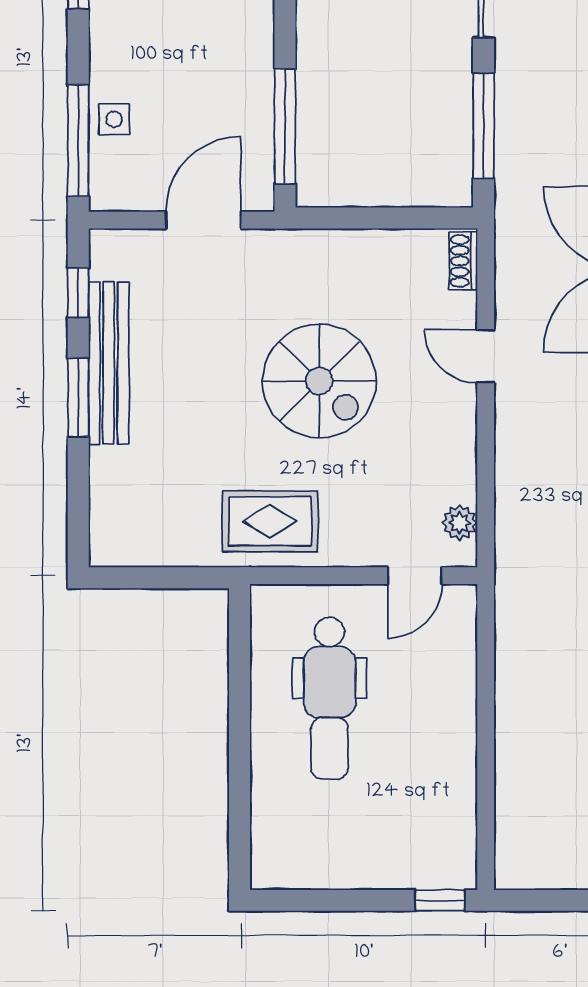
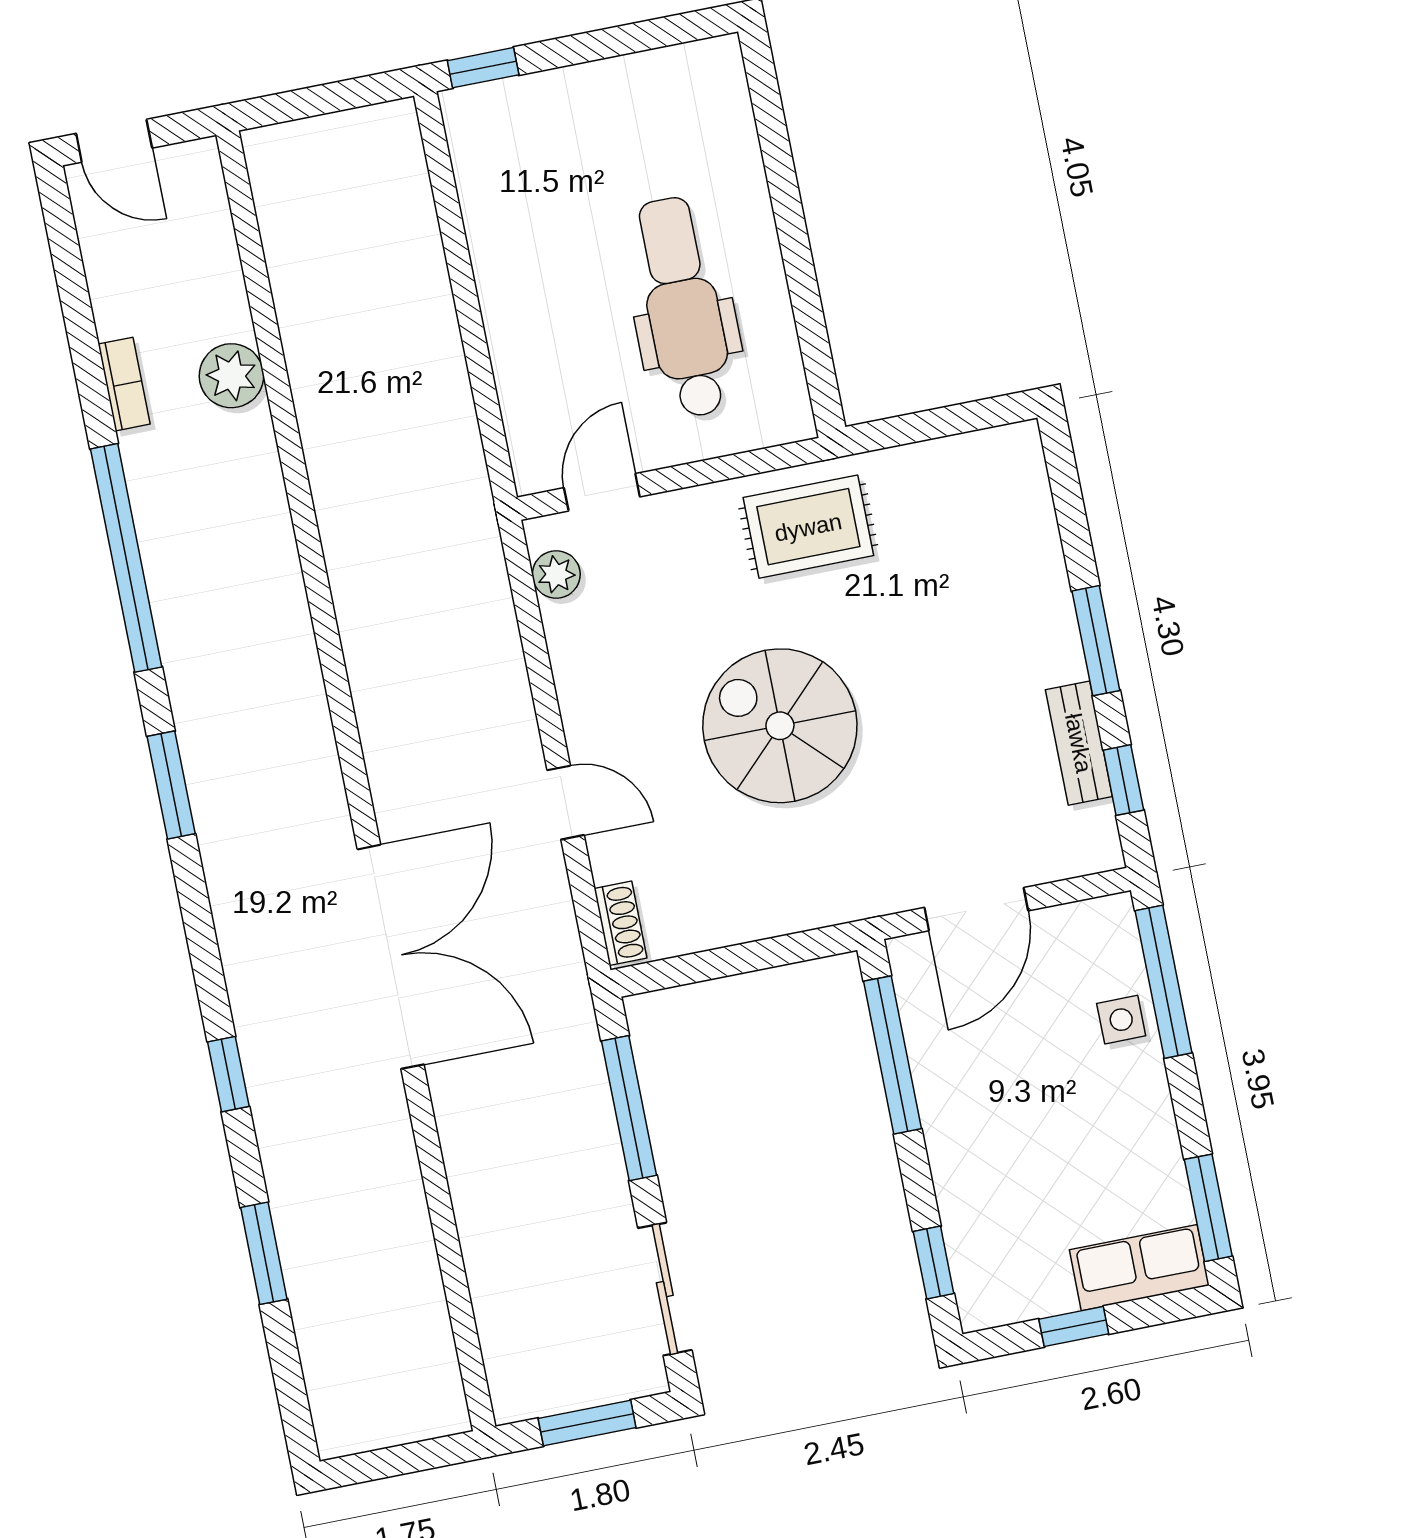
bench: (109, 363) -> (1079, 743), width x0.54, depth x0.82

